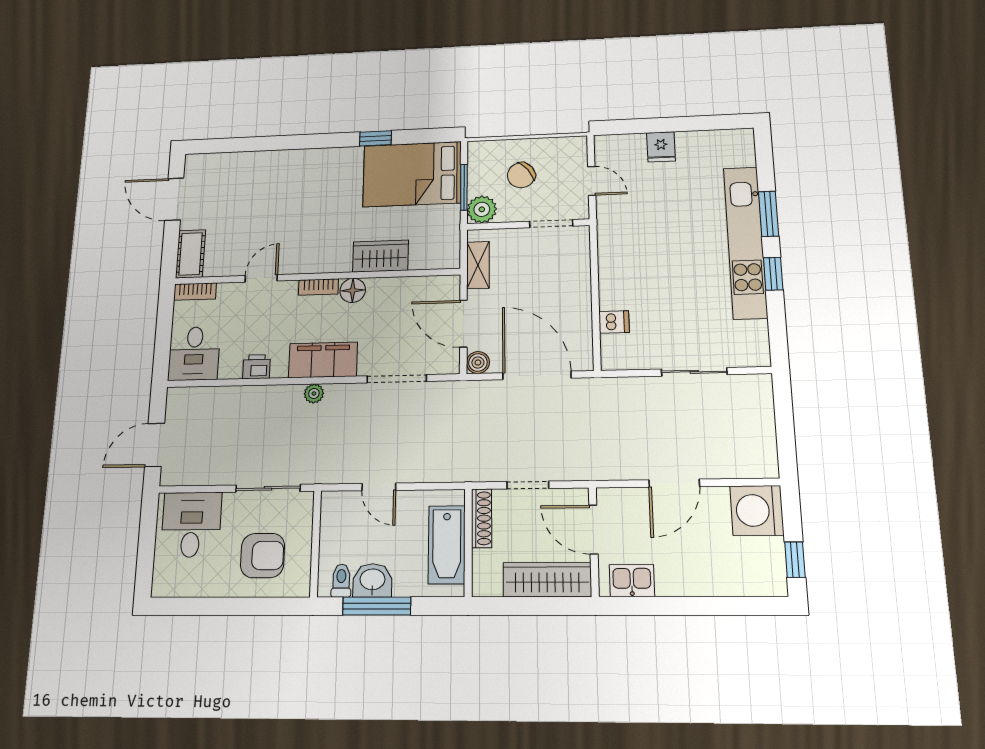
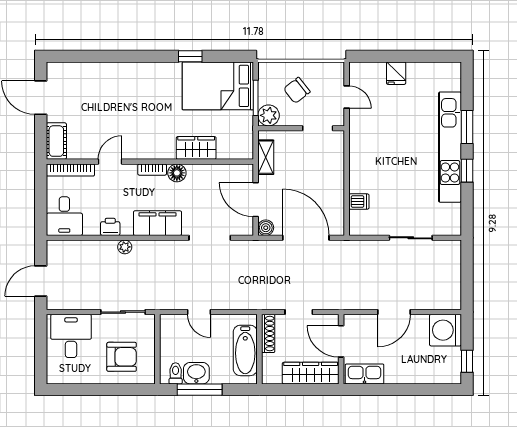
bookcase: (195, 292) -> (70, 170), width x1.56
plant: (314, 393) -> (125, 247), moved
kitchen sink: (632, 581) -> (365, 374), width x1.38

